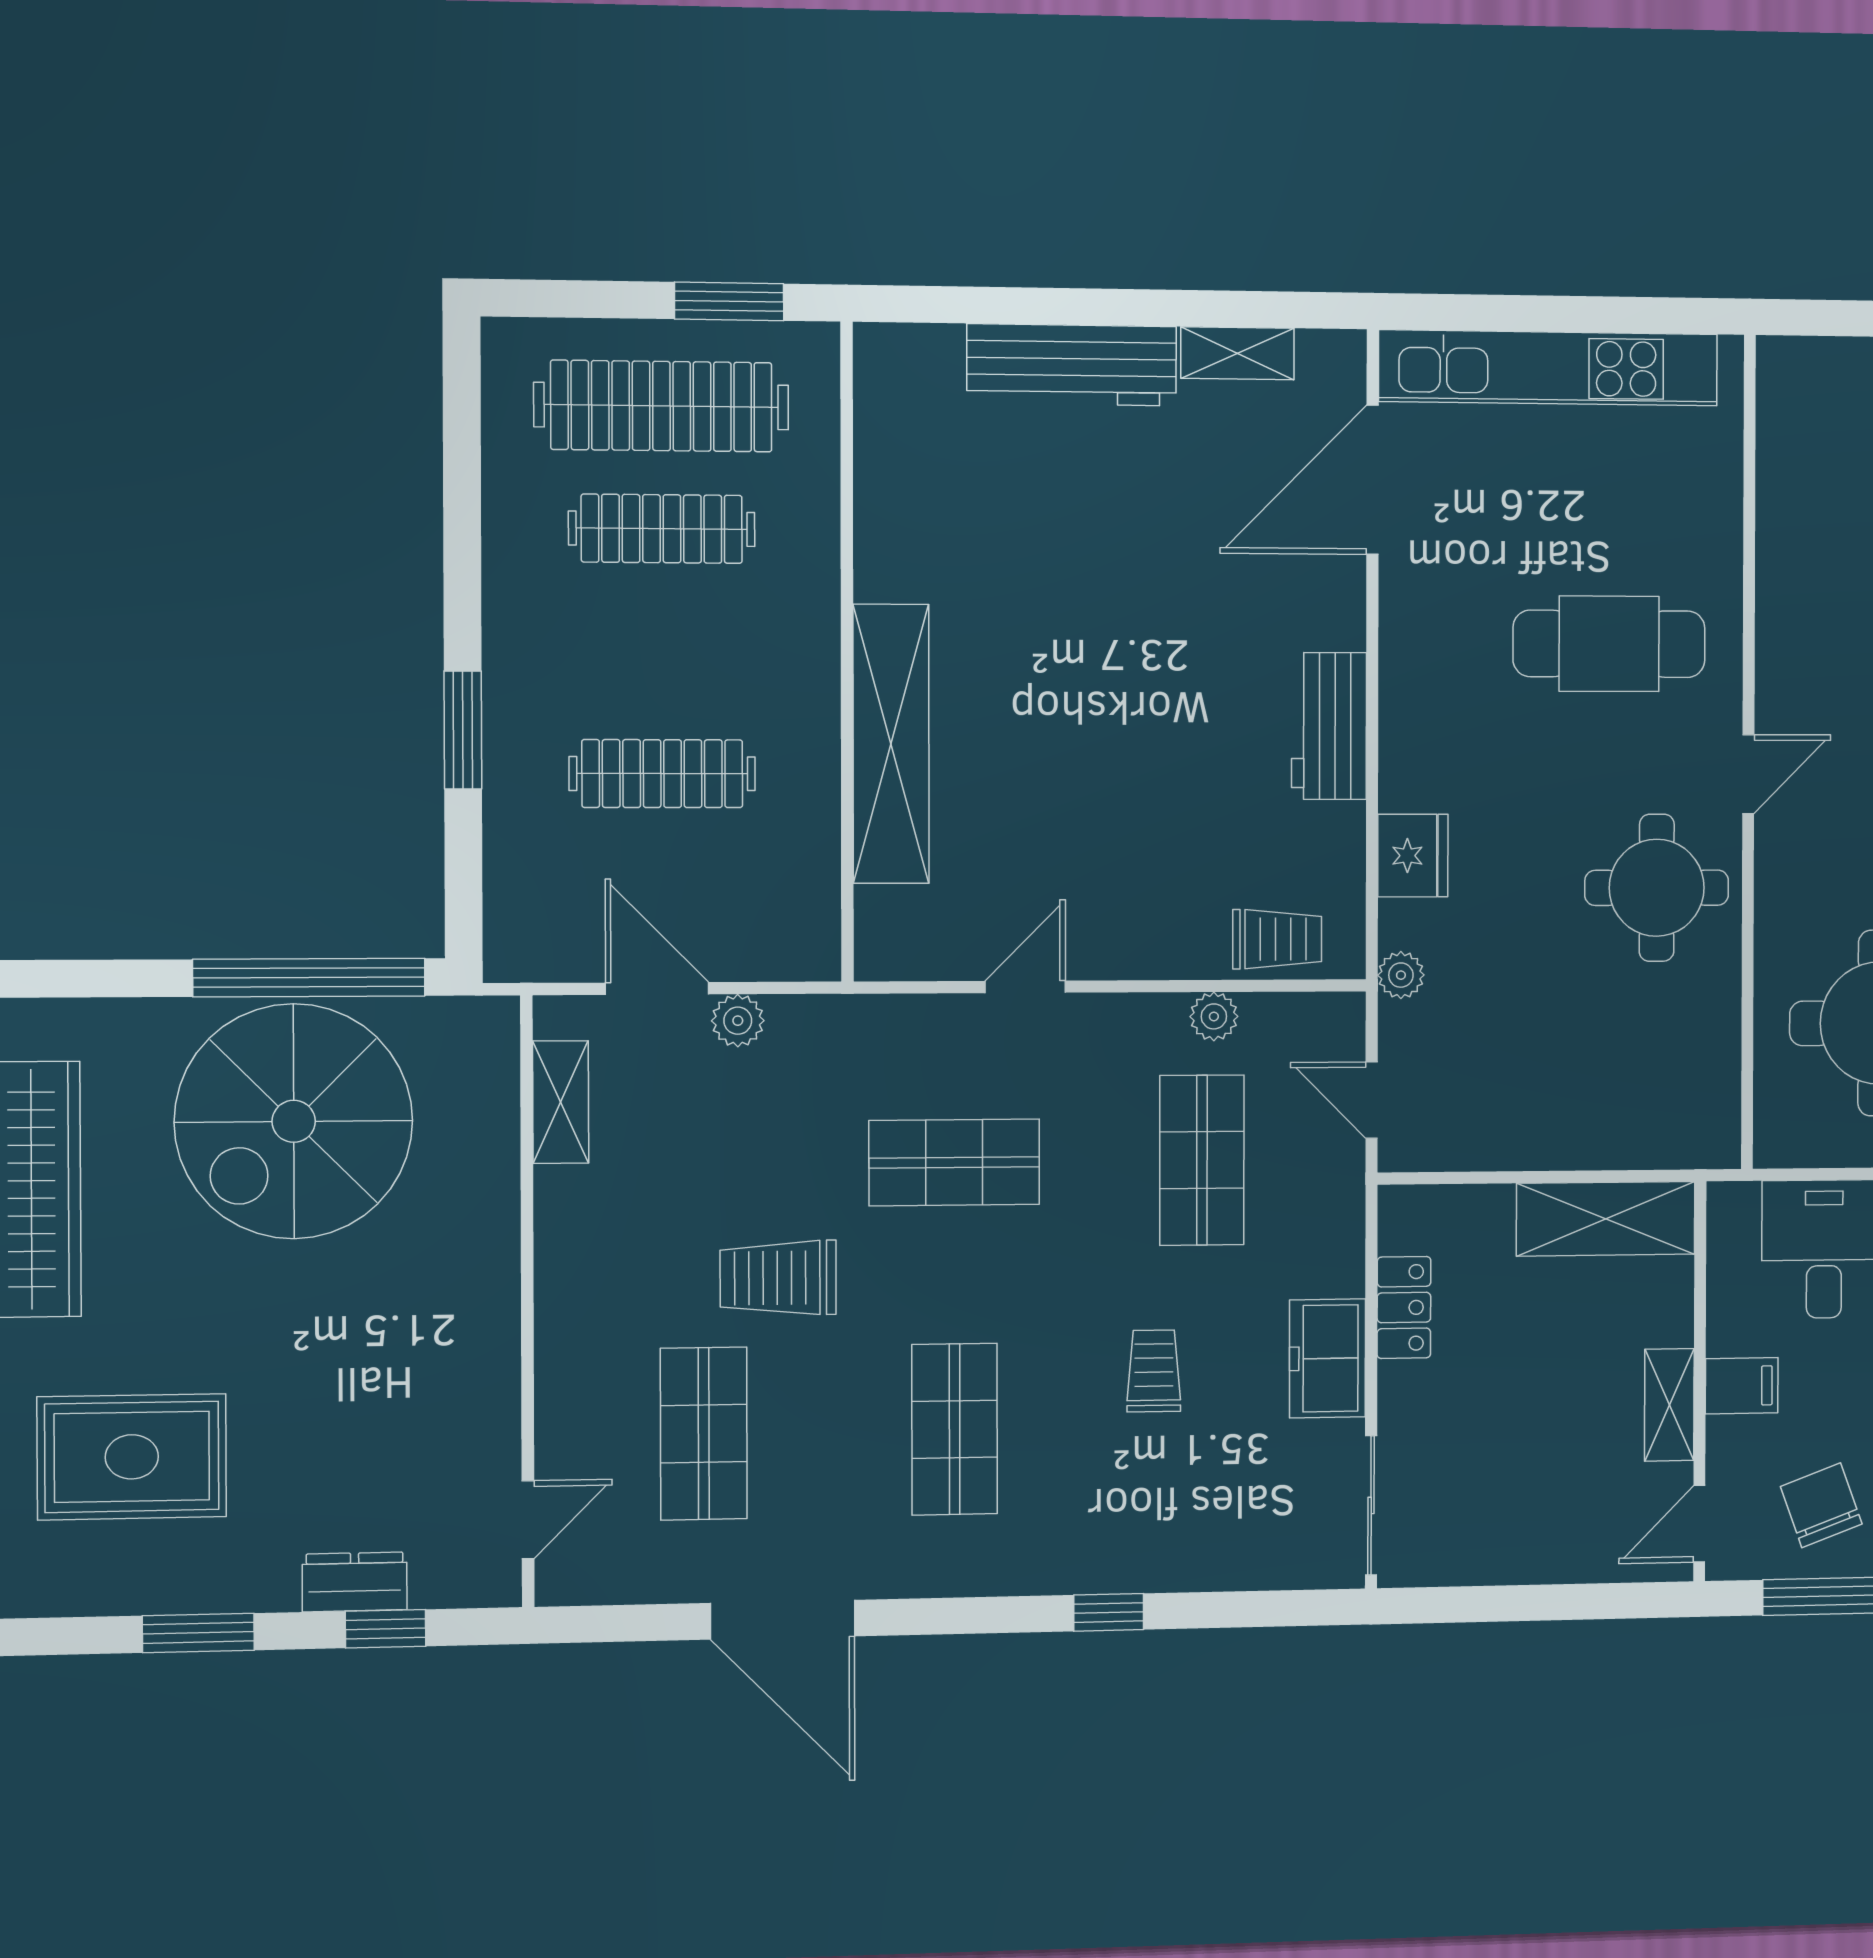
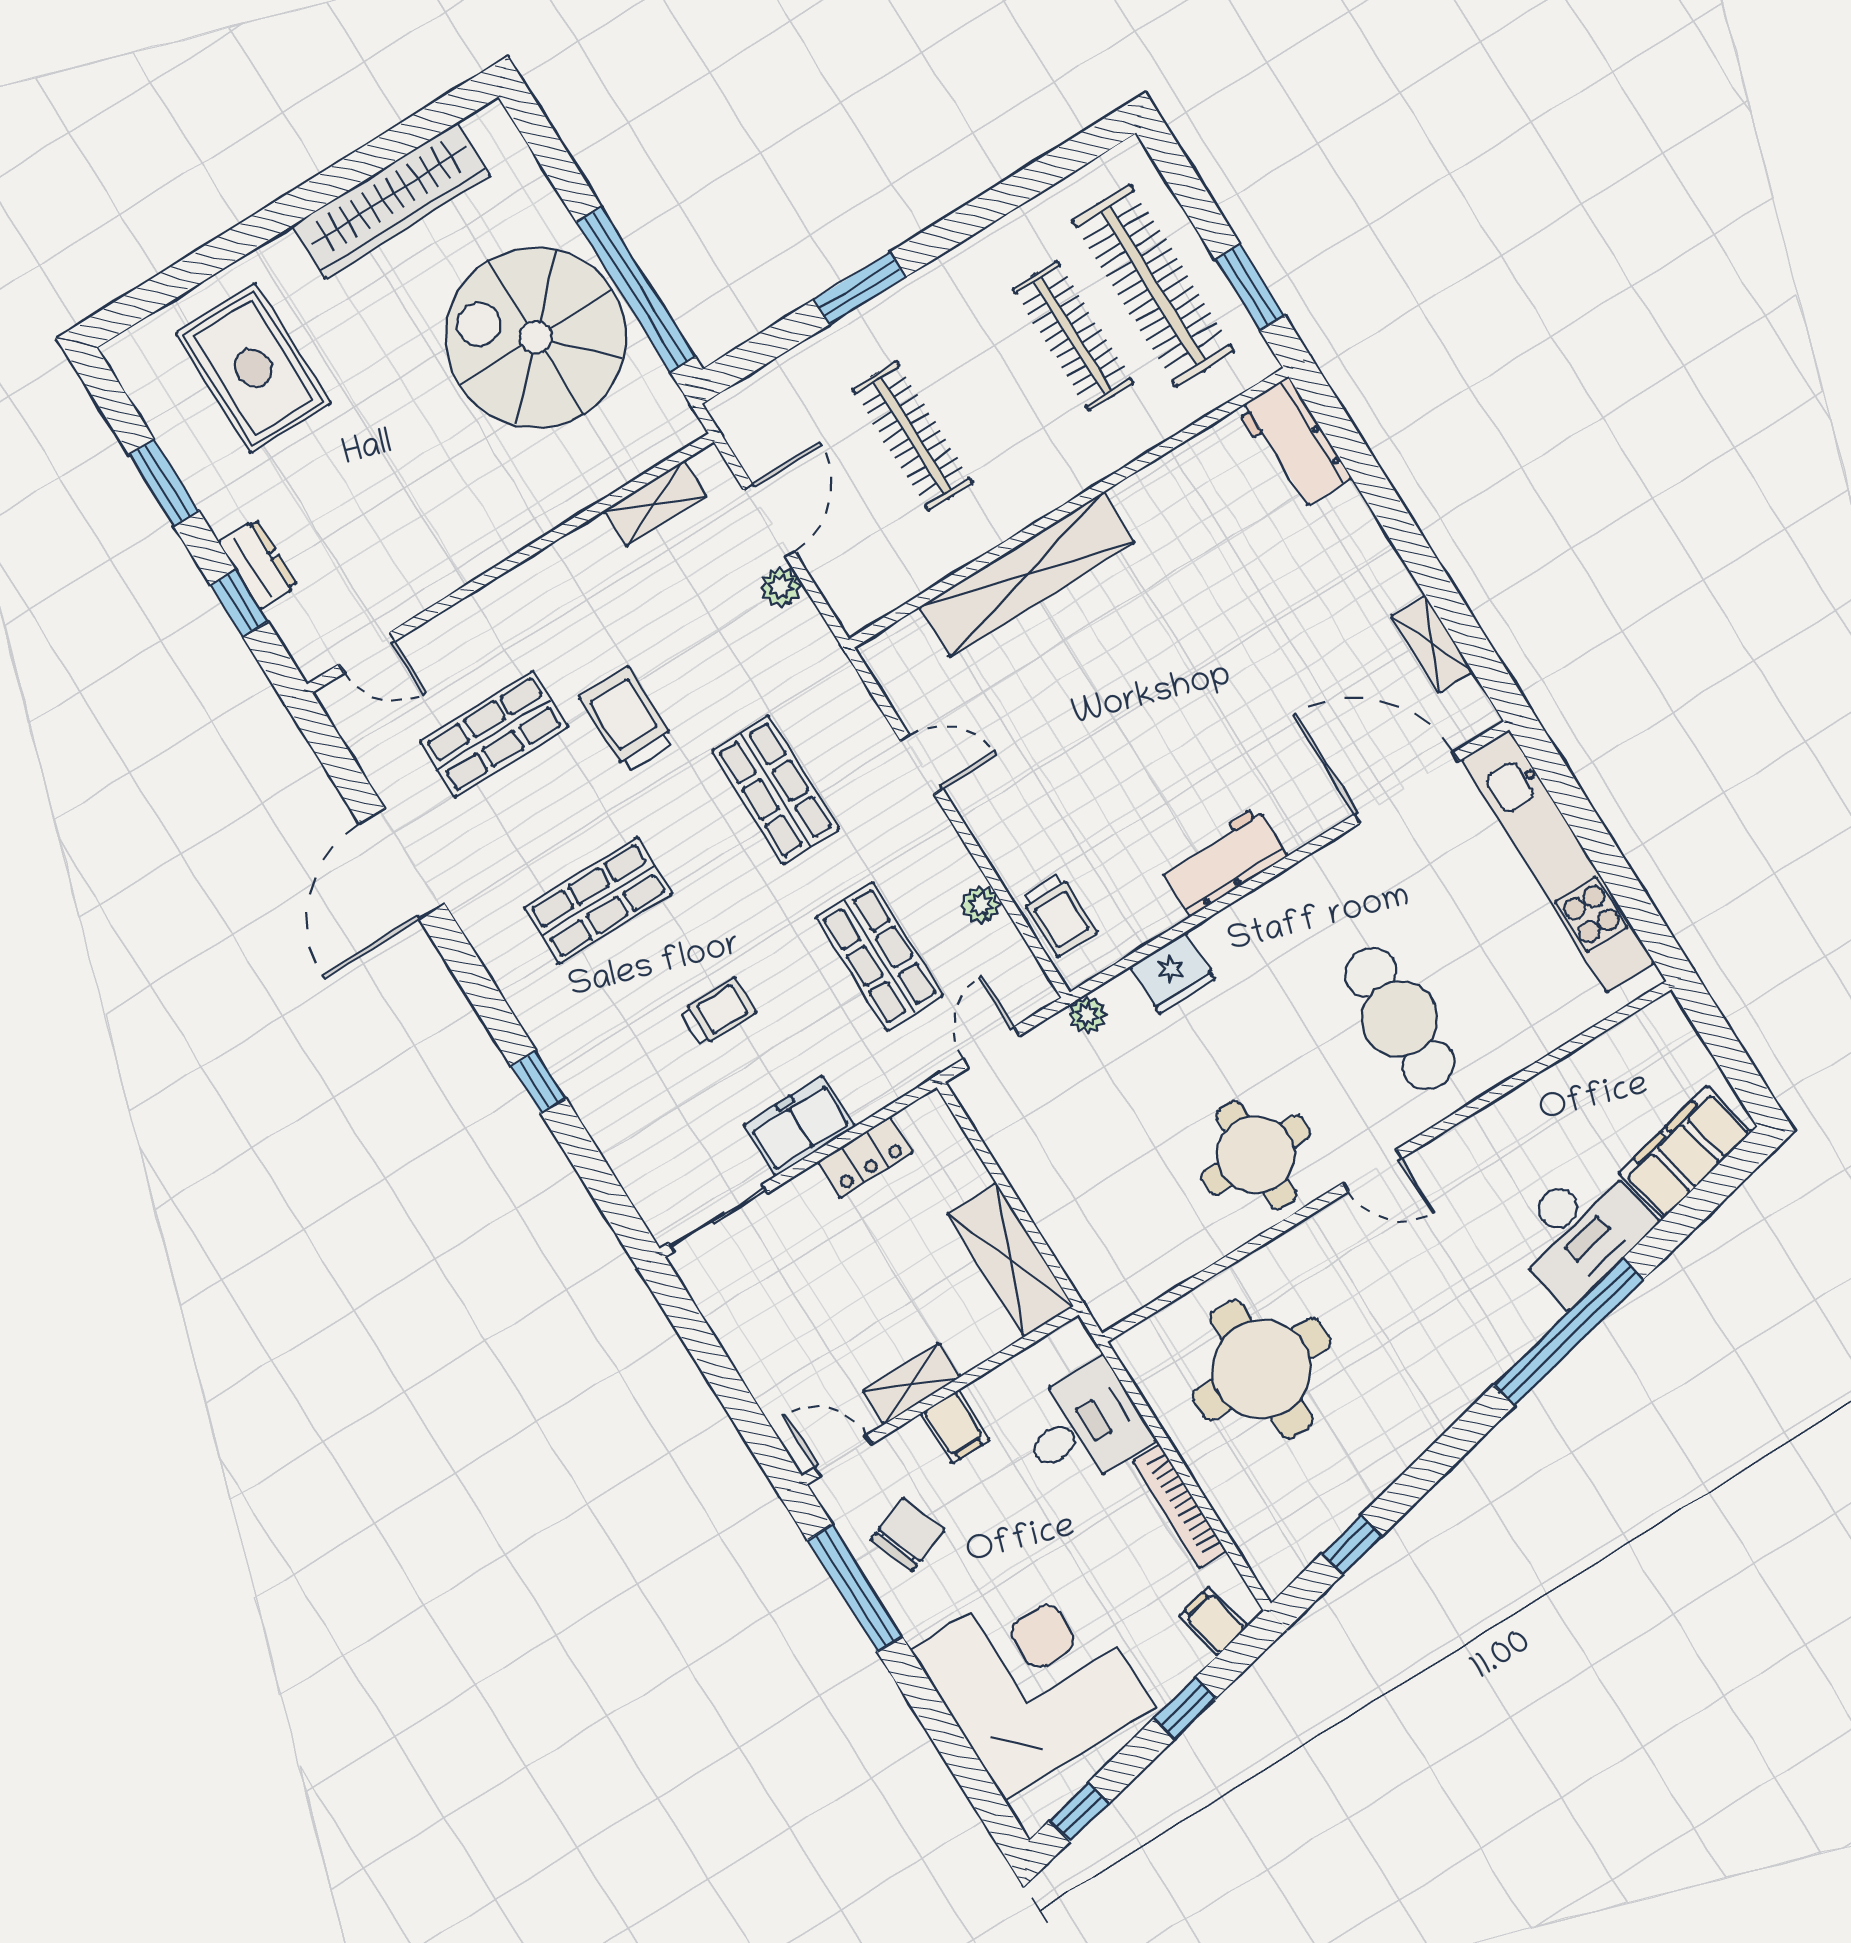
workbench: (1072, 365) -> (1294, 443), moved, width x0.73
shop shelf: (1202, 1160) -> (880, 956), turned 90

